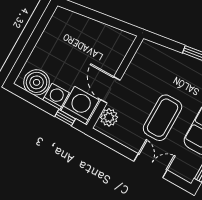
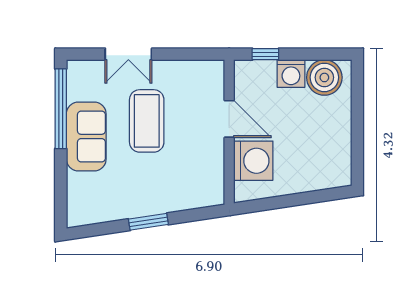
washing machine: (80, 105) -> (253, 161), moved, turned -90
plant: (109, 117) -> (212, 85), removed

